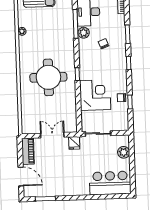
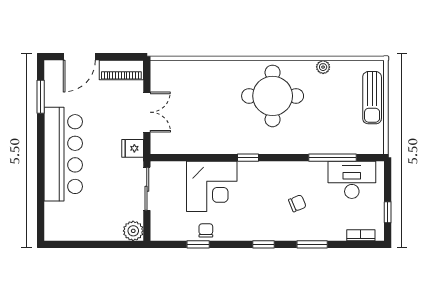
plant: (84, 33) -> (317, 171), removed
round table: (48, 77) -> (273, 96), moved
plant: (124, 152) -> (133, 231), moved
bar counter: (110, 183) -> (63, 154), moved, width x1.36

